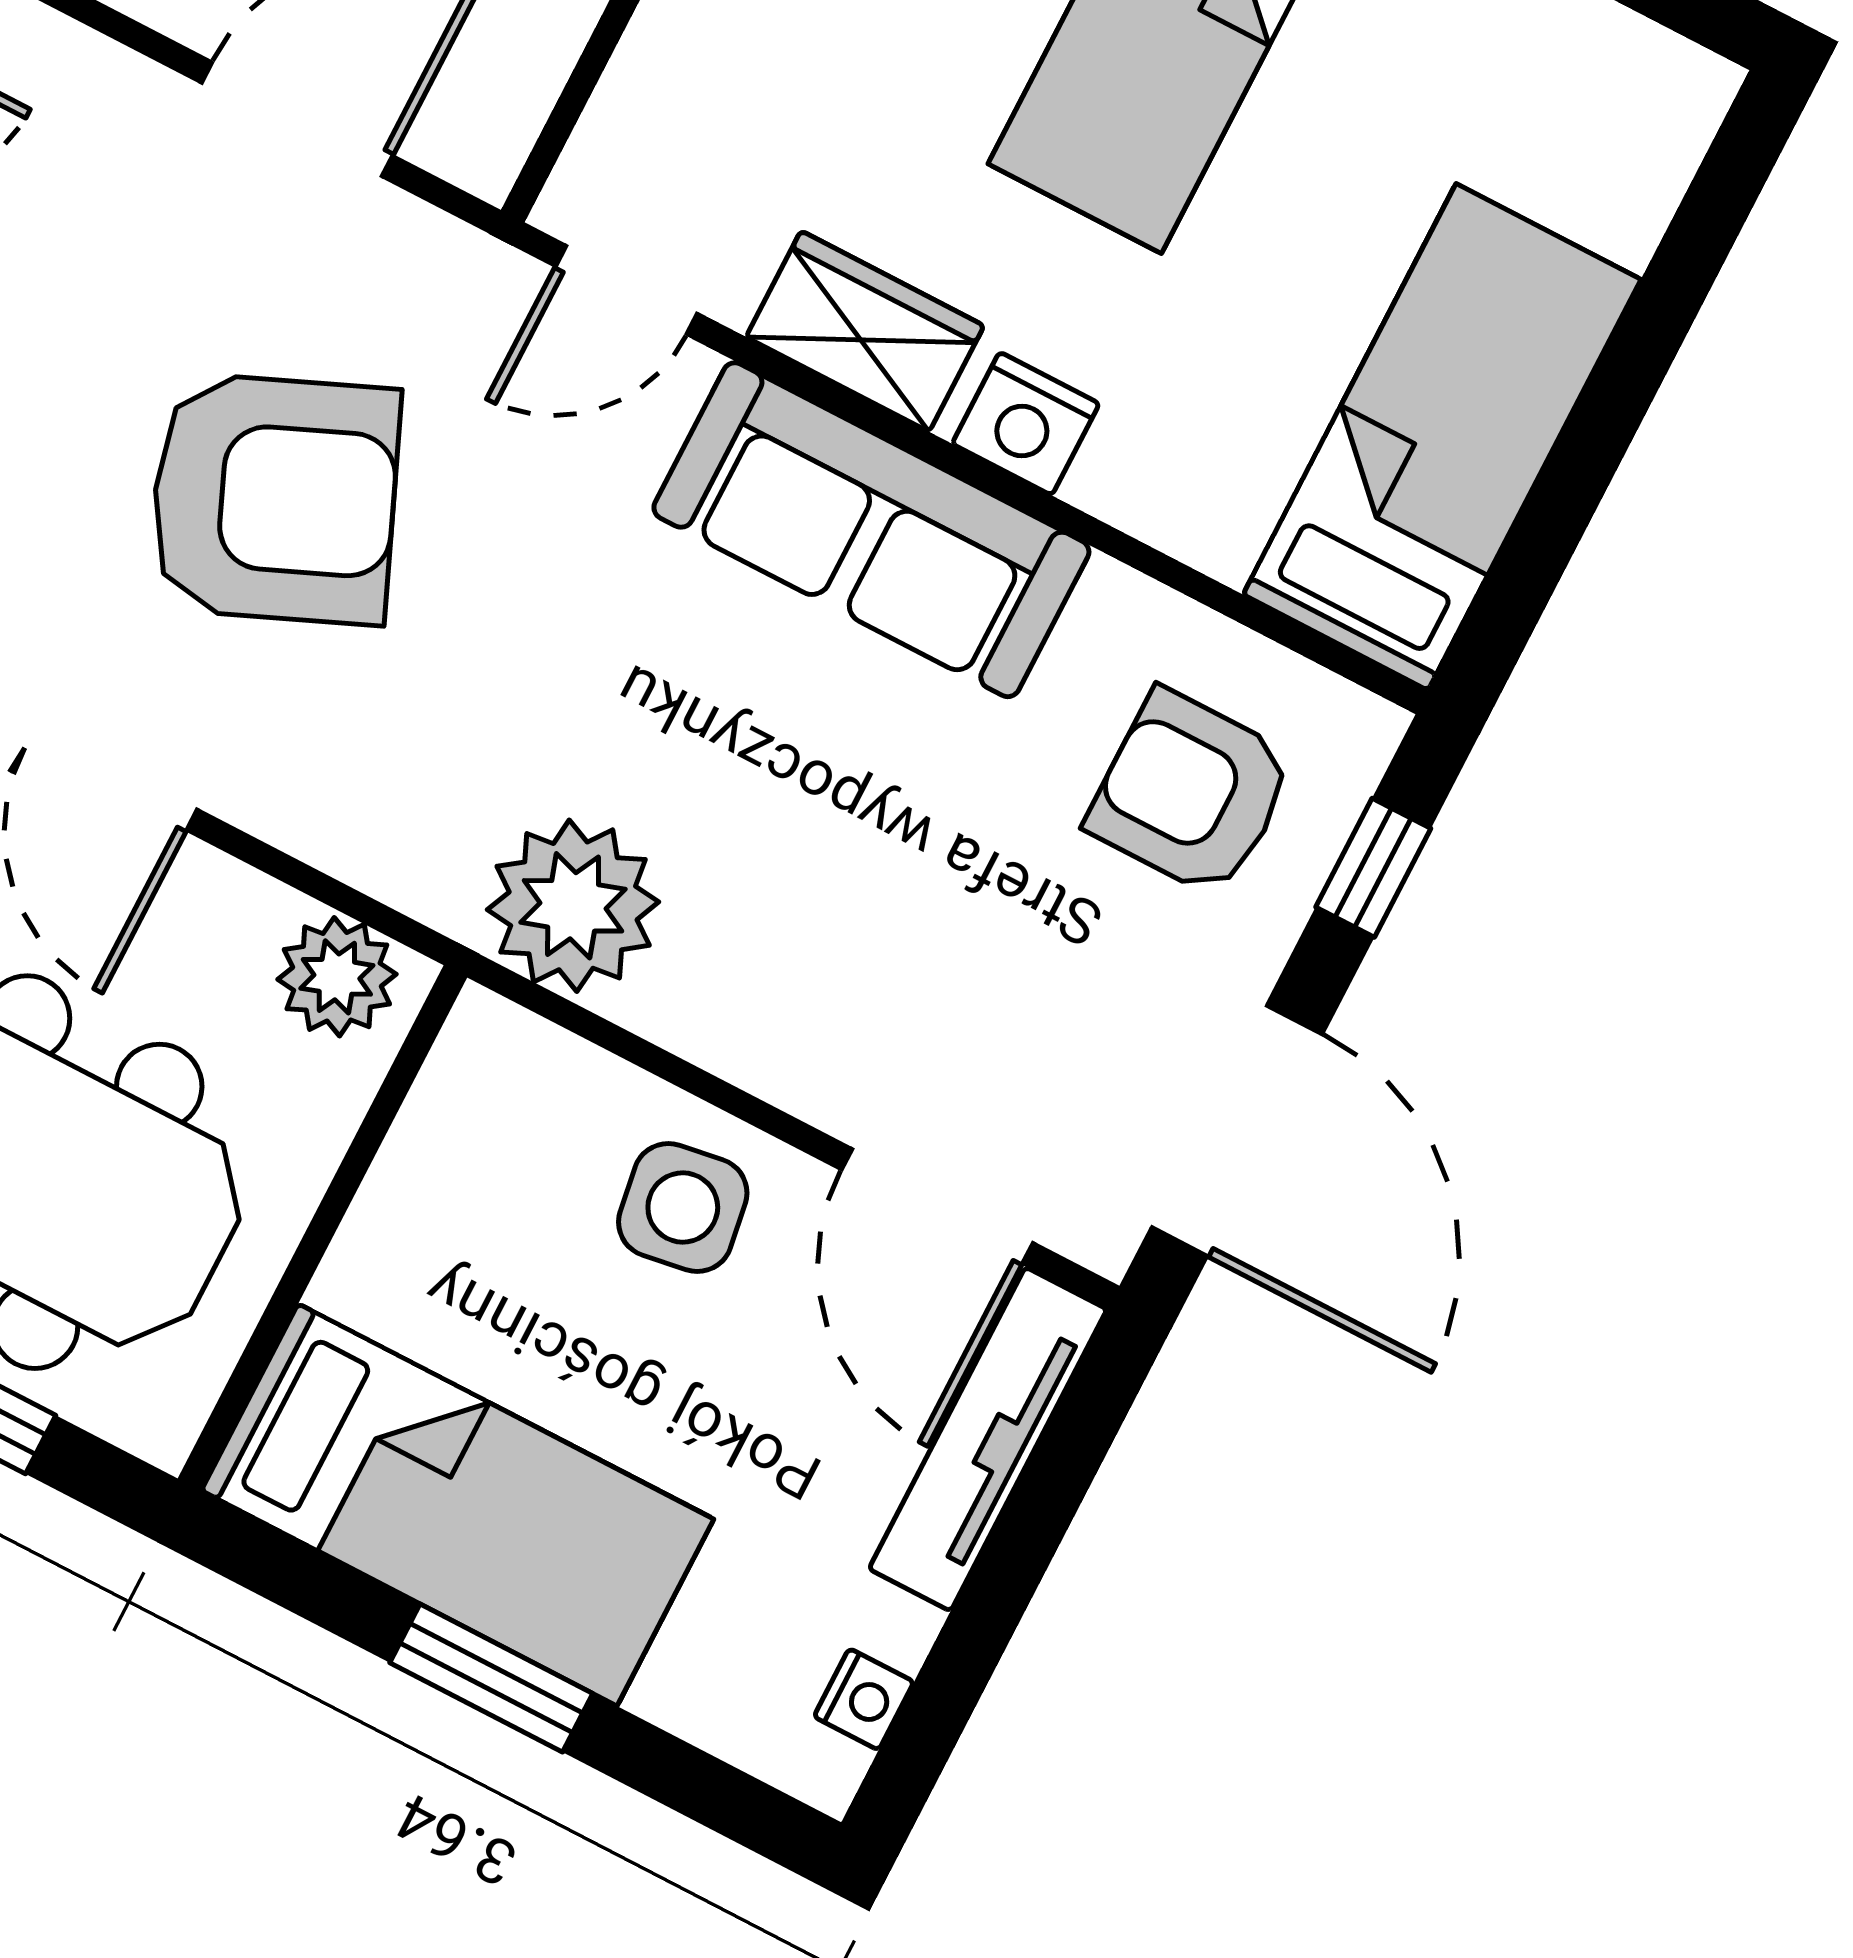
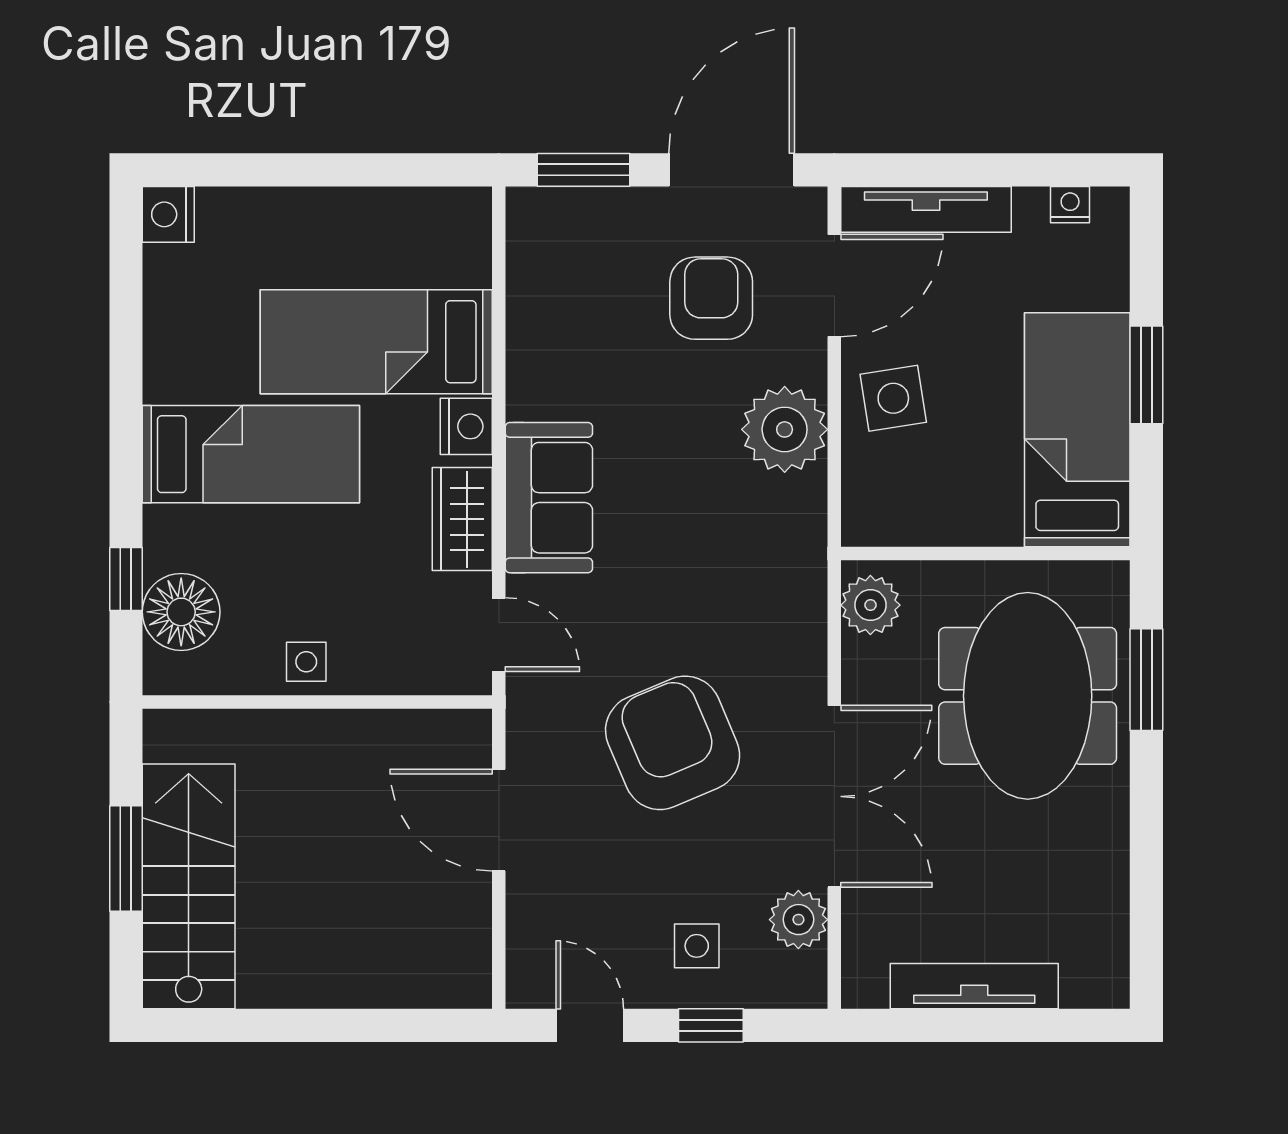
nightstand: (1676, 90) -> (168, 214), added
bed: (1442, 437) -> (376, 342), moved
sofa: (871, 530) -> (549, 498), width x0.73
armchair: (1191, 793) -> (711, 298), moved, turned 180
window: (1373, 868) -> (583, 170), width x1.50
plant: (573, 906) -> (785, 429), moved

